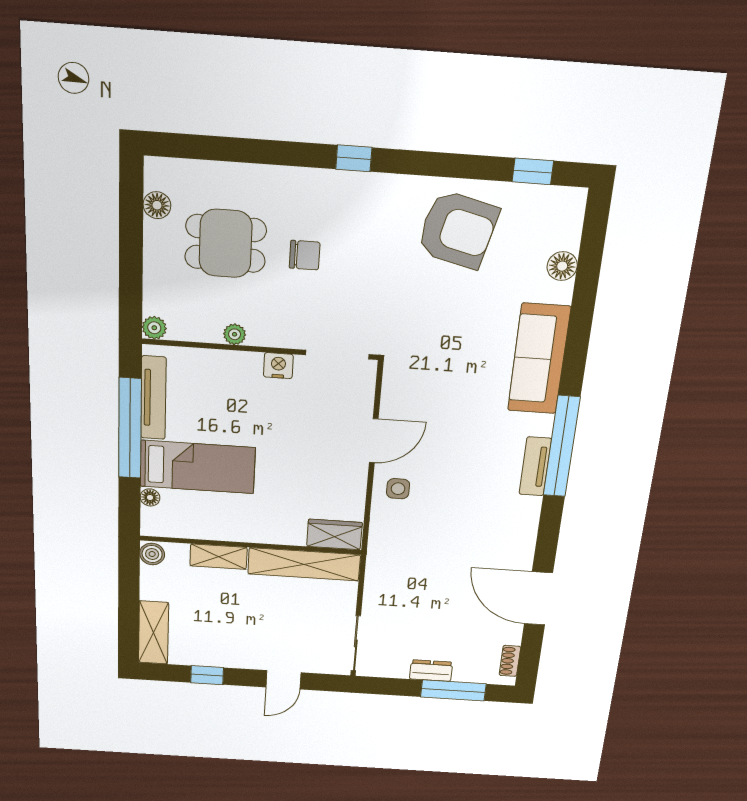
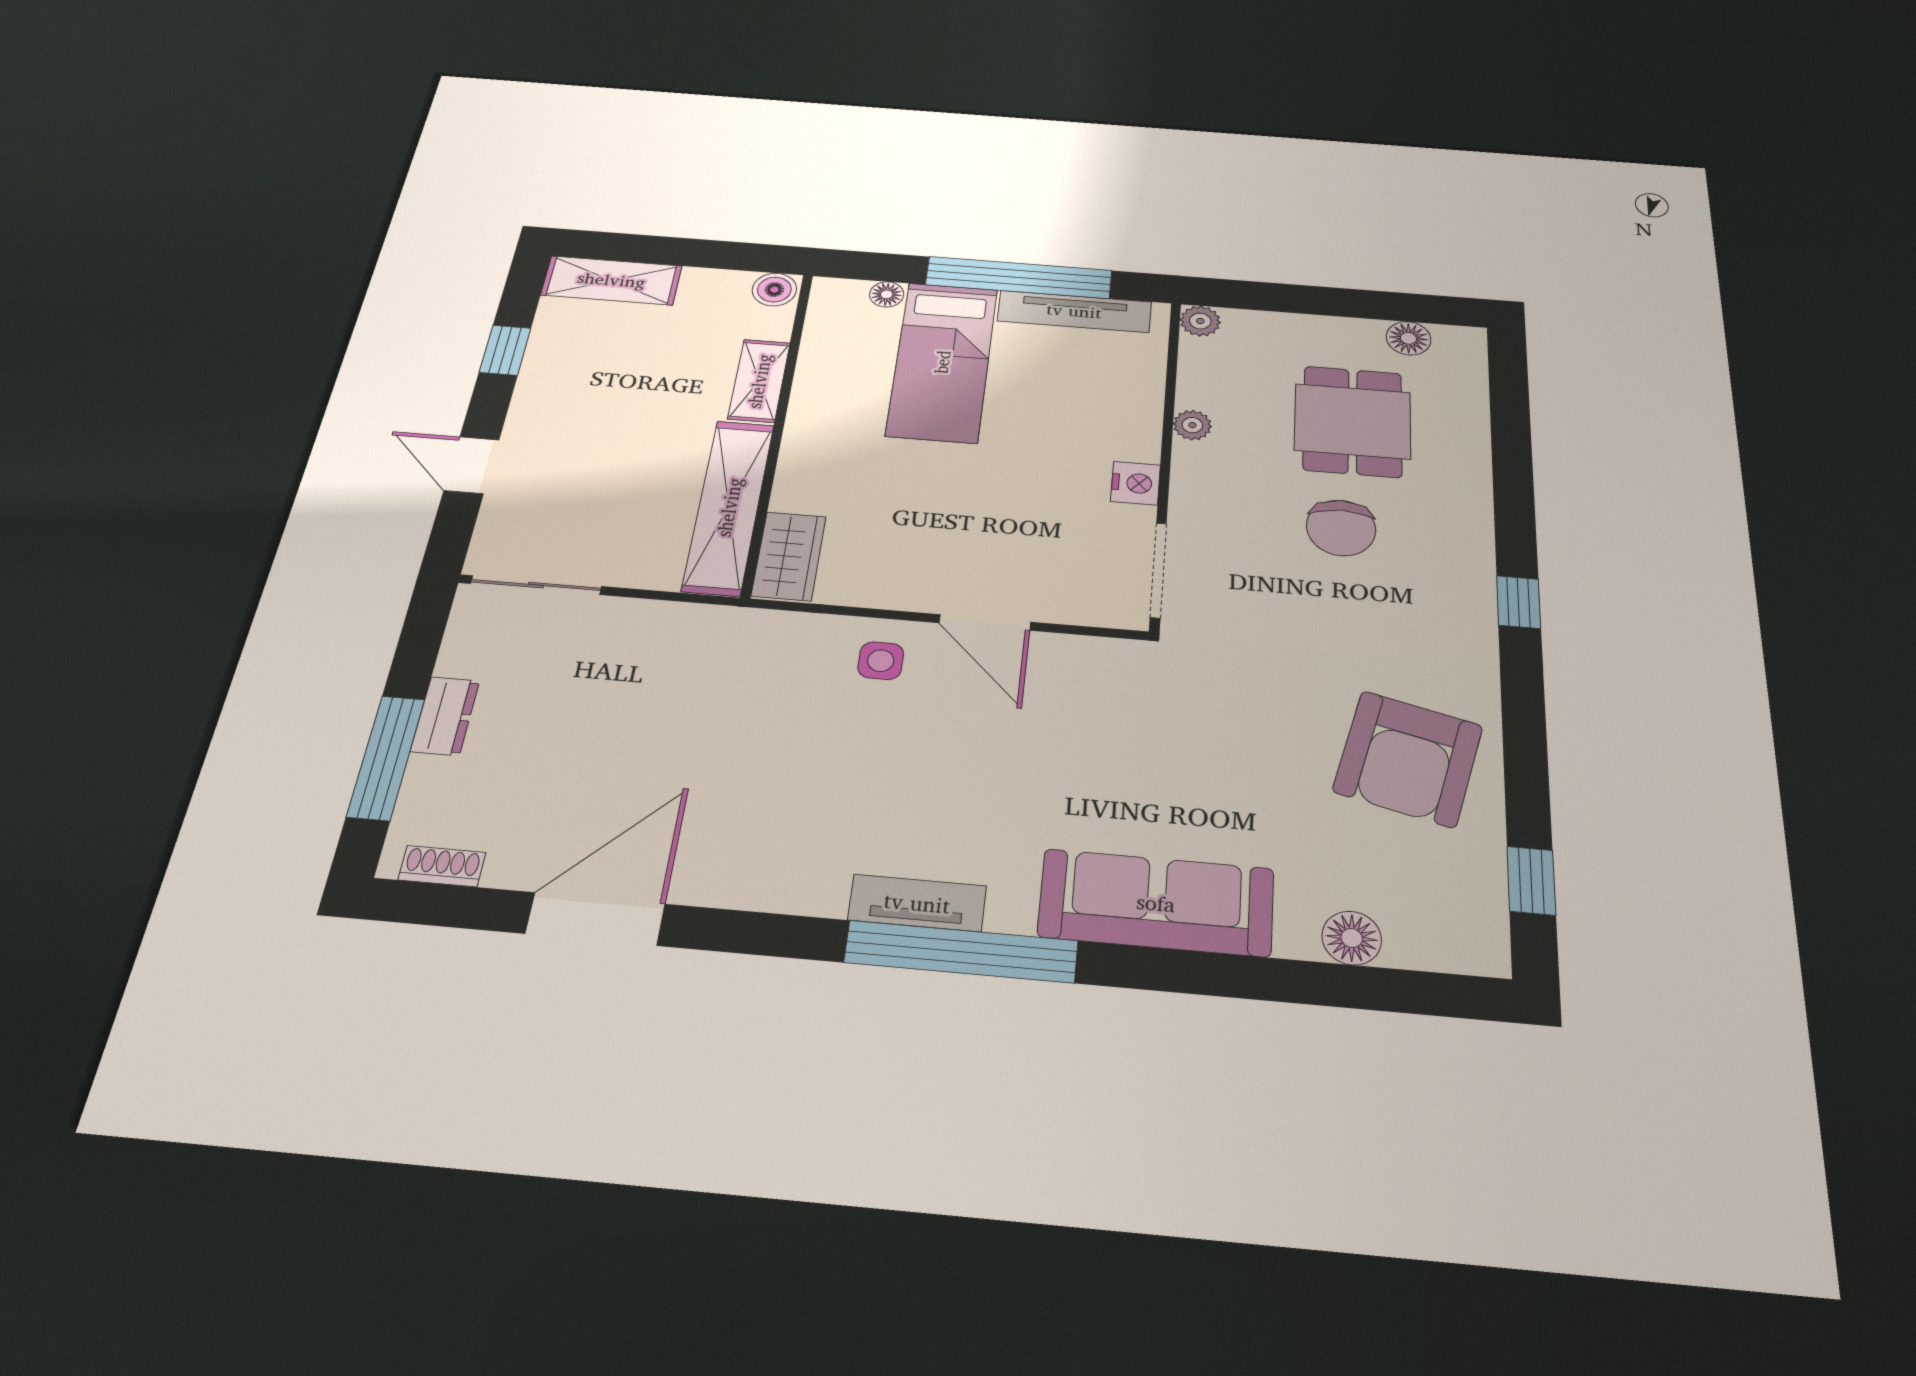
chair: (305, 255) -> (1341, 528), width x1.37, depth x1.37

